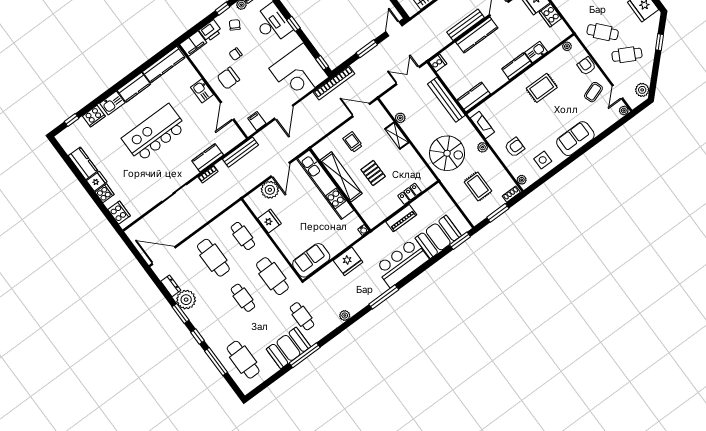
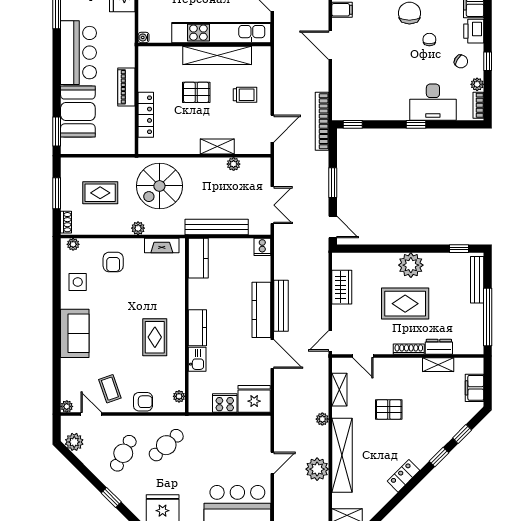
corner desk: (299, 73) -> (360, 92), removed
locker: (410, 194) -> (146, 115), width x1.53

